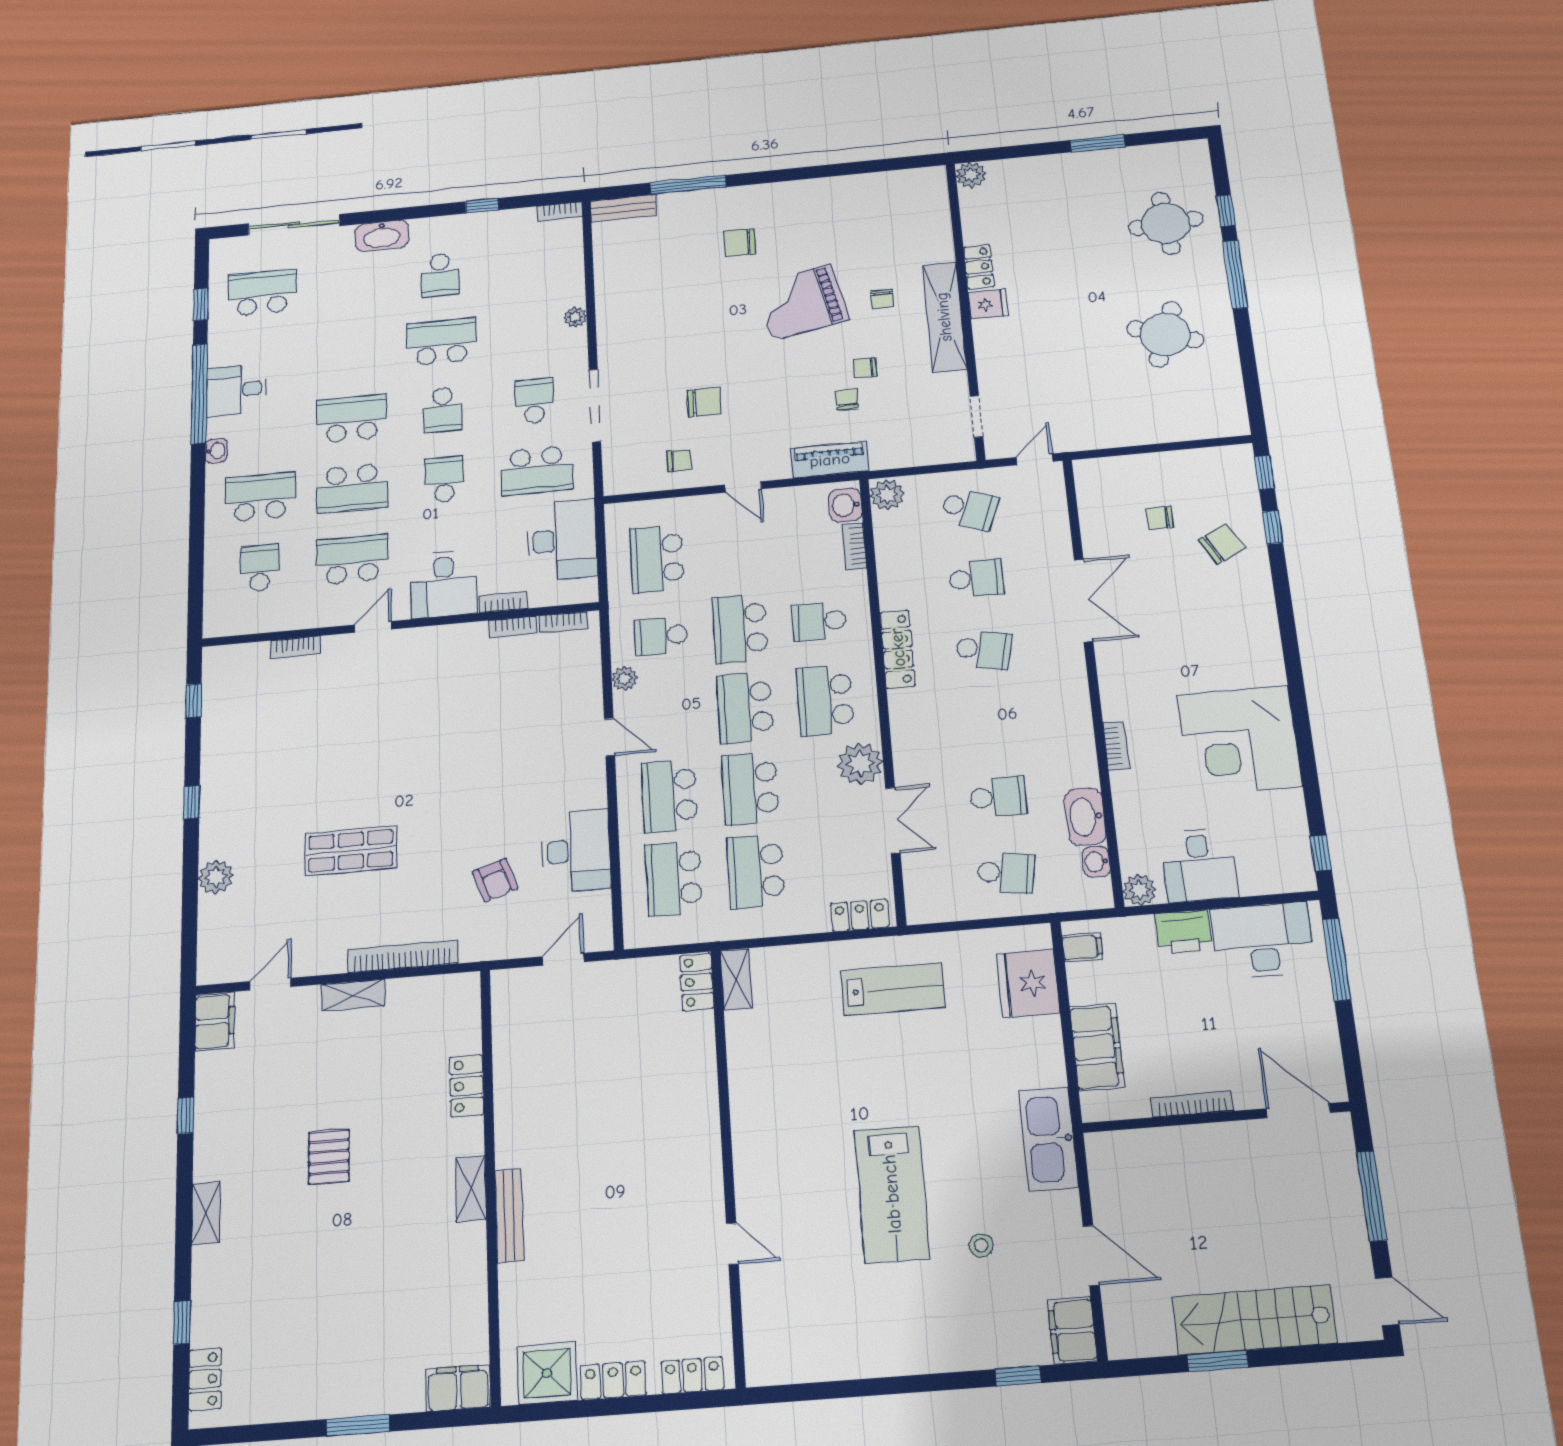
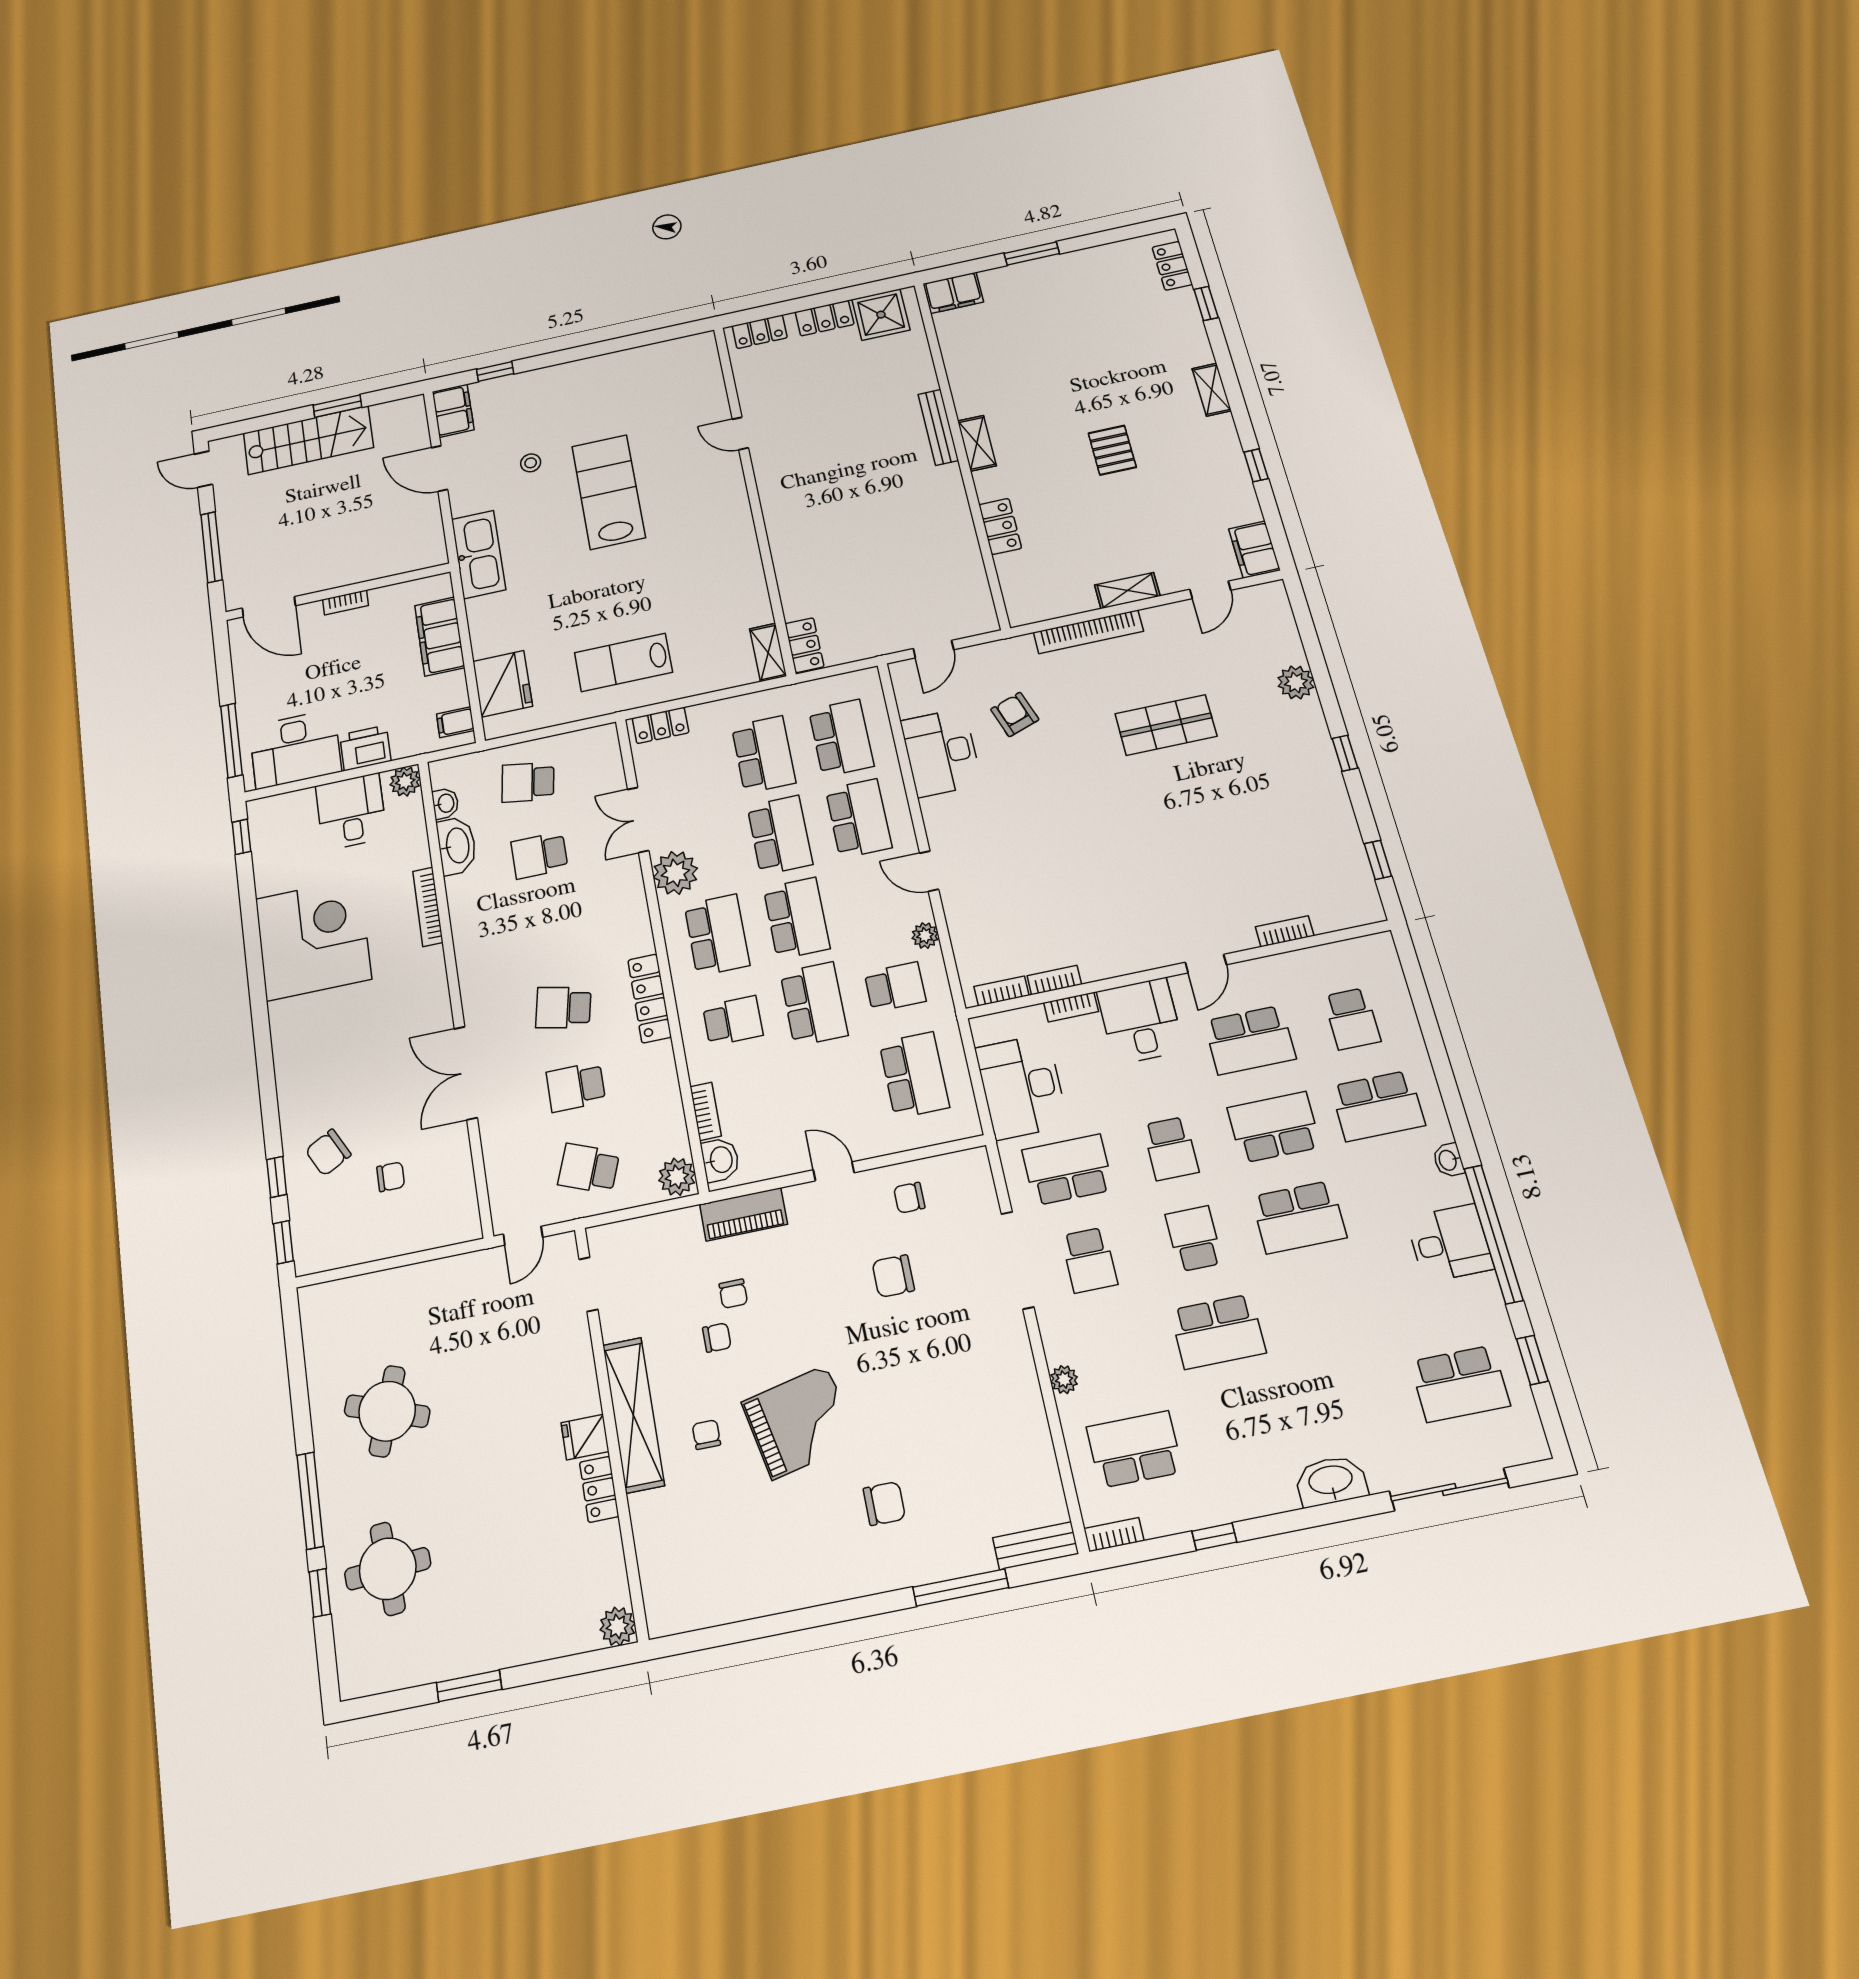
school desk: (440, 275) -> (1135, 1449), moved, width x1.85
bookcase: (1116, 746) -> (428, 907), width x1.56
bookcase: (1192, 1104) -> (346, 602), width x0.64

